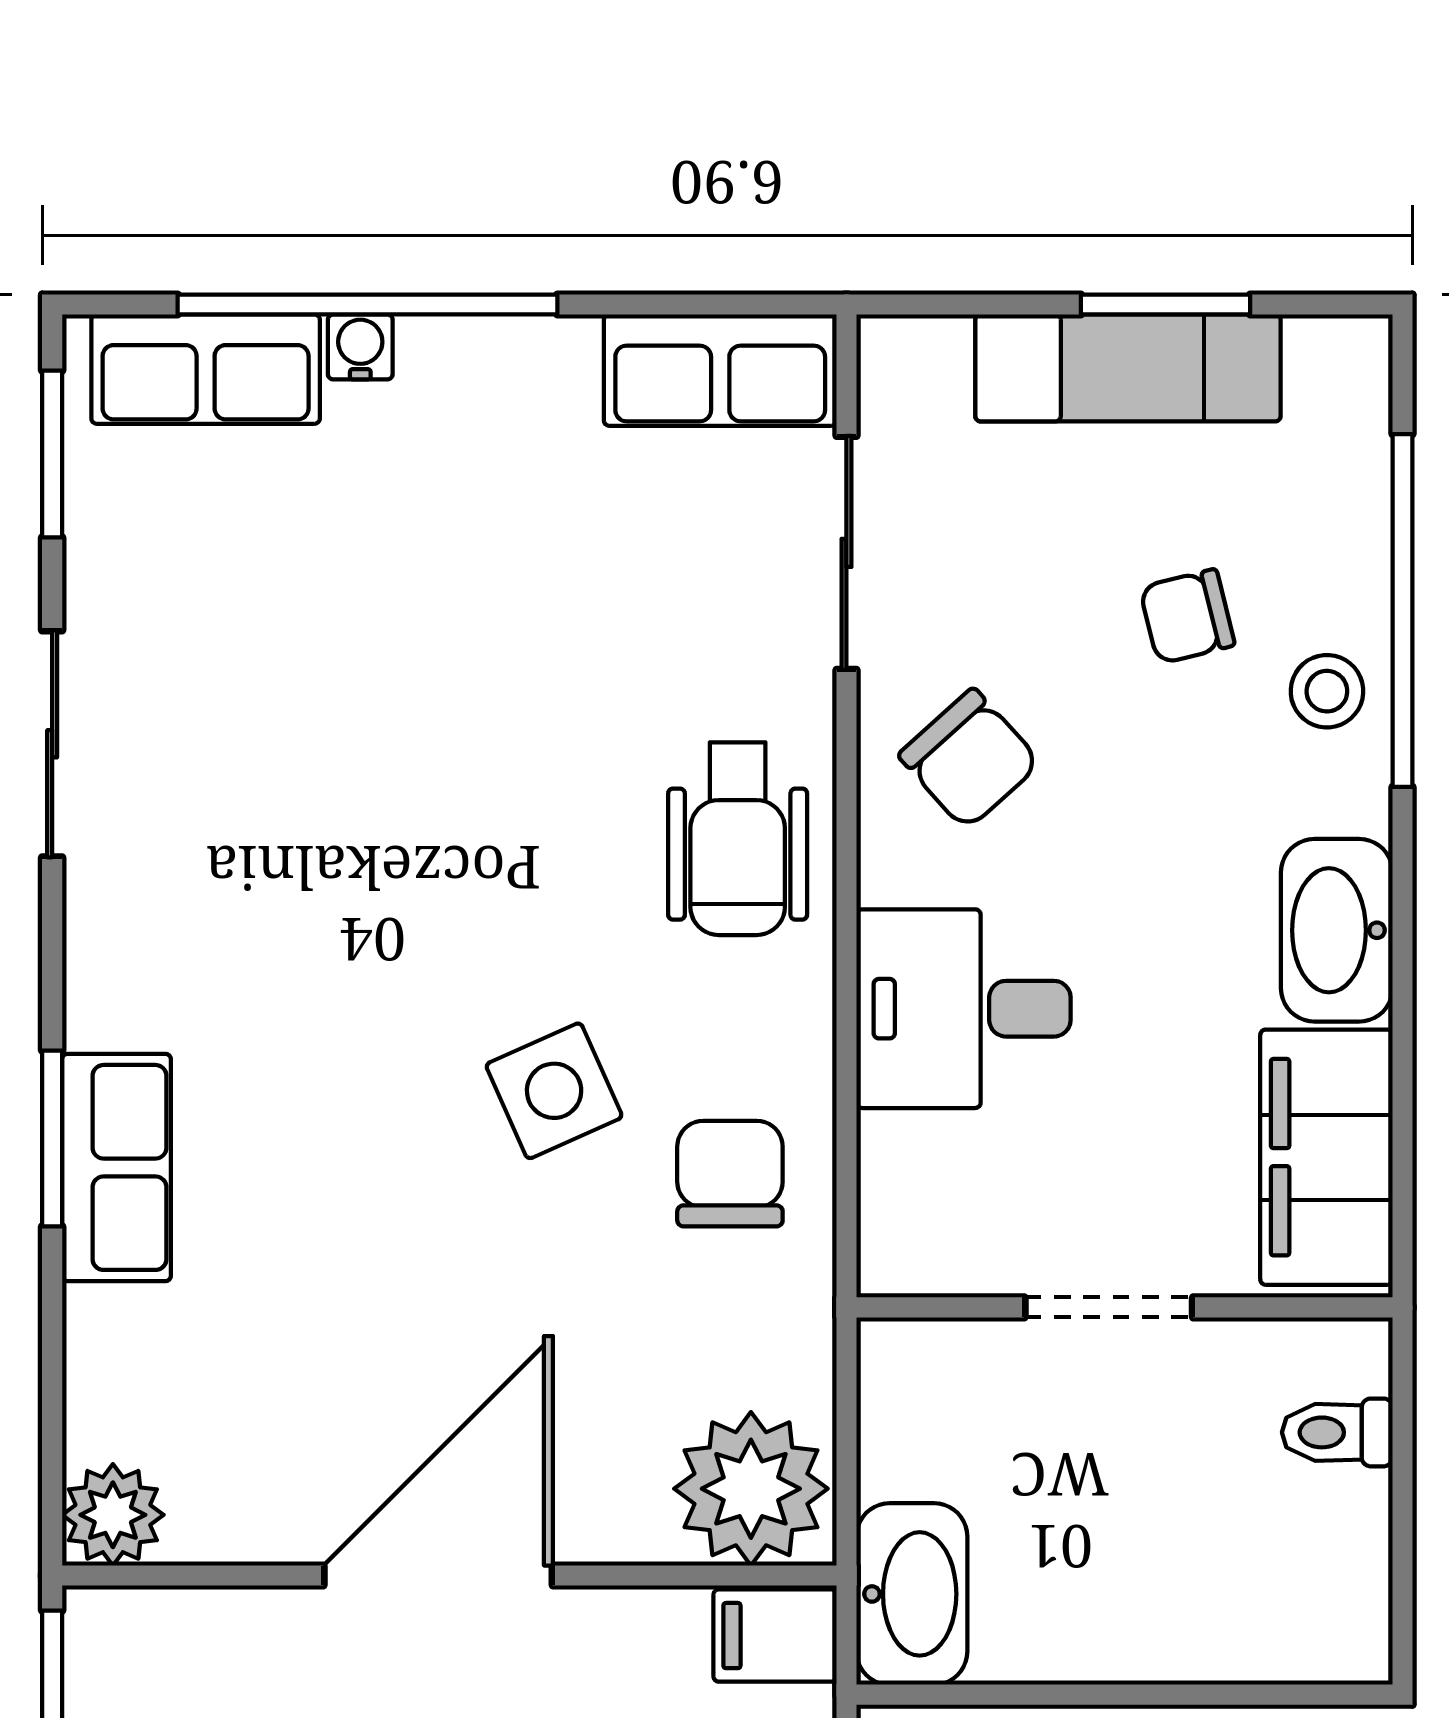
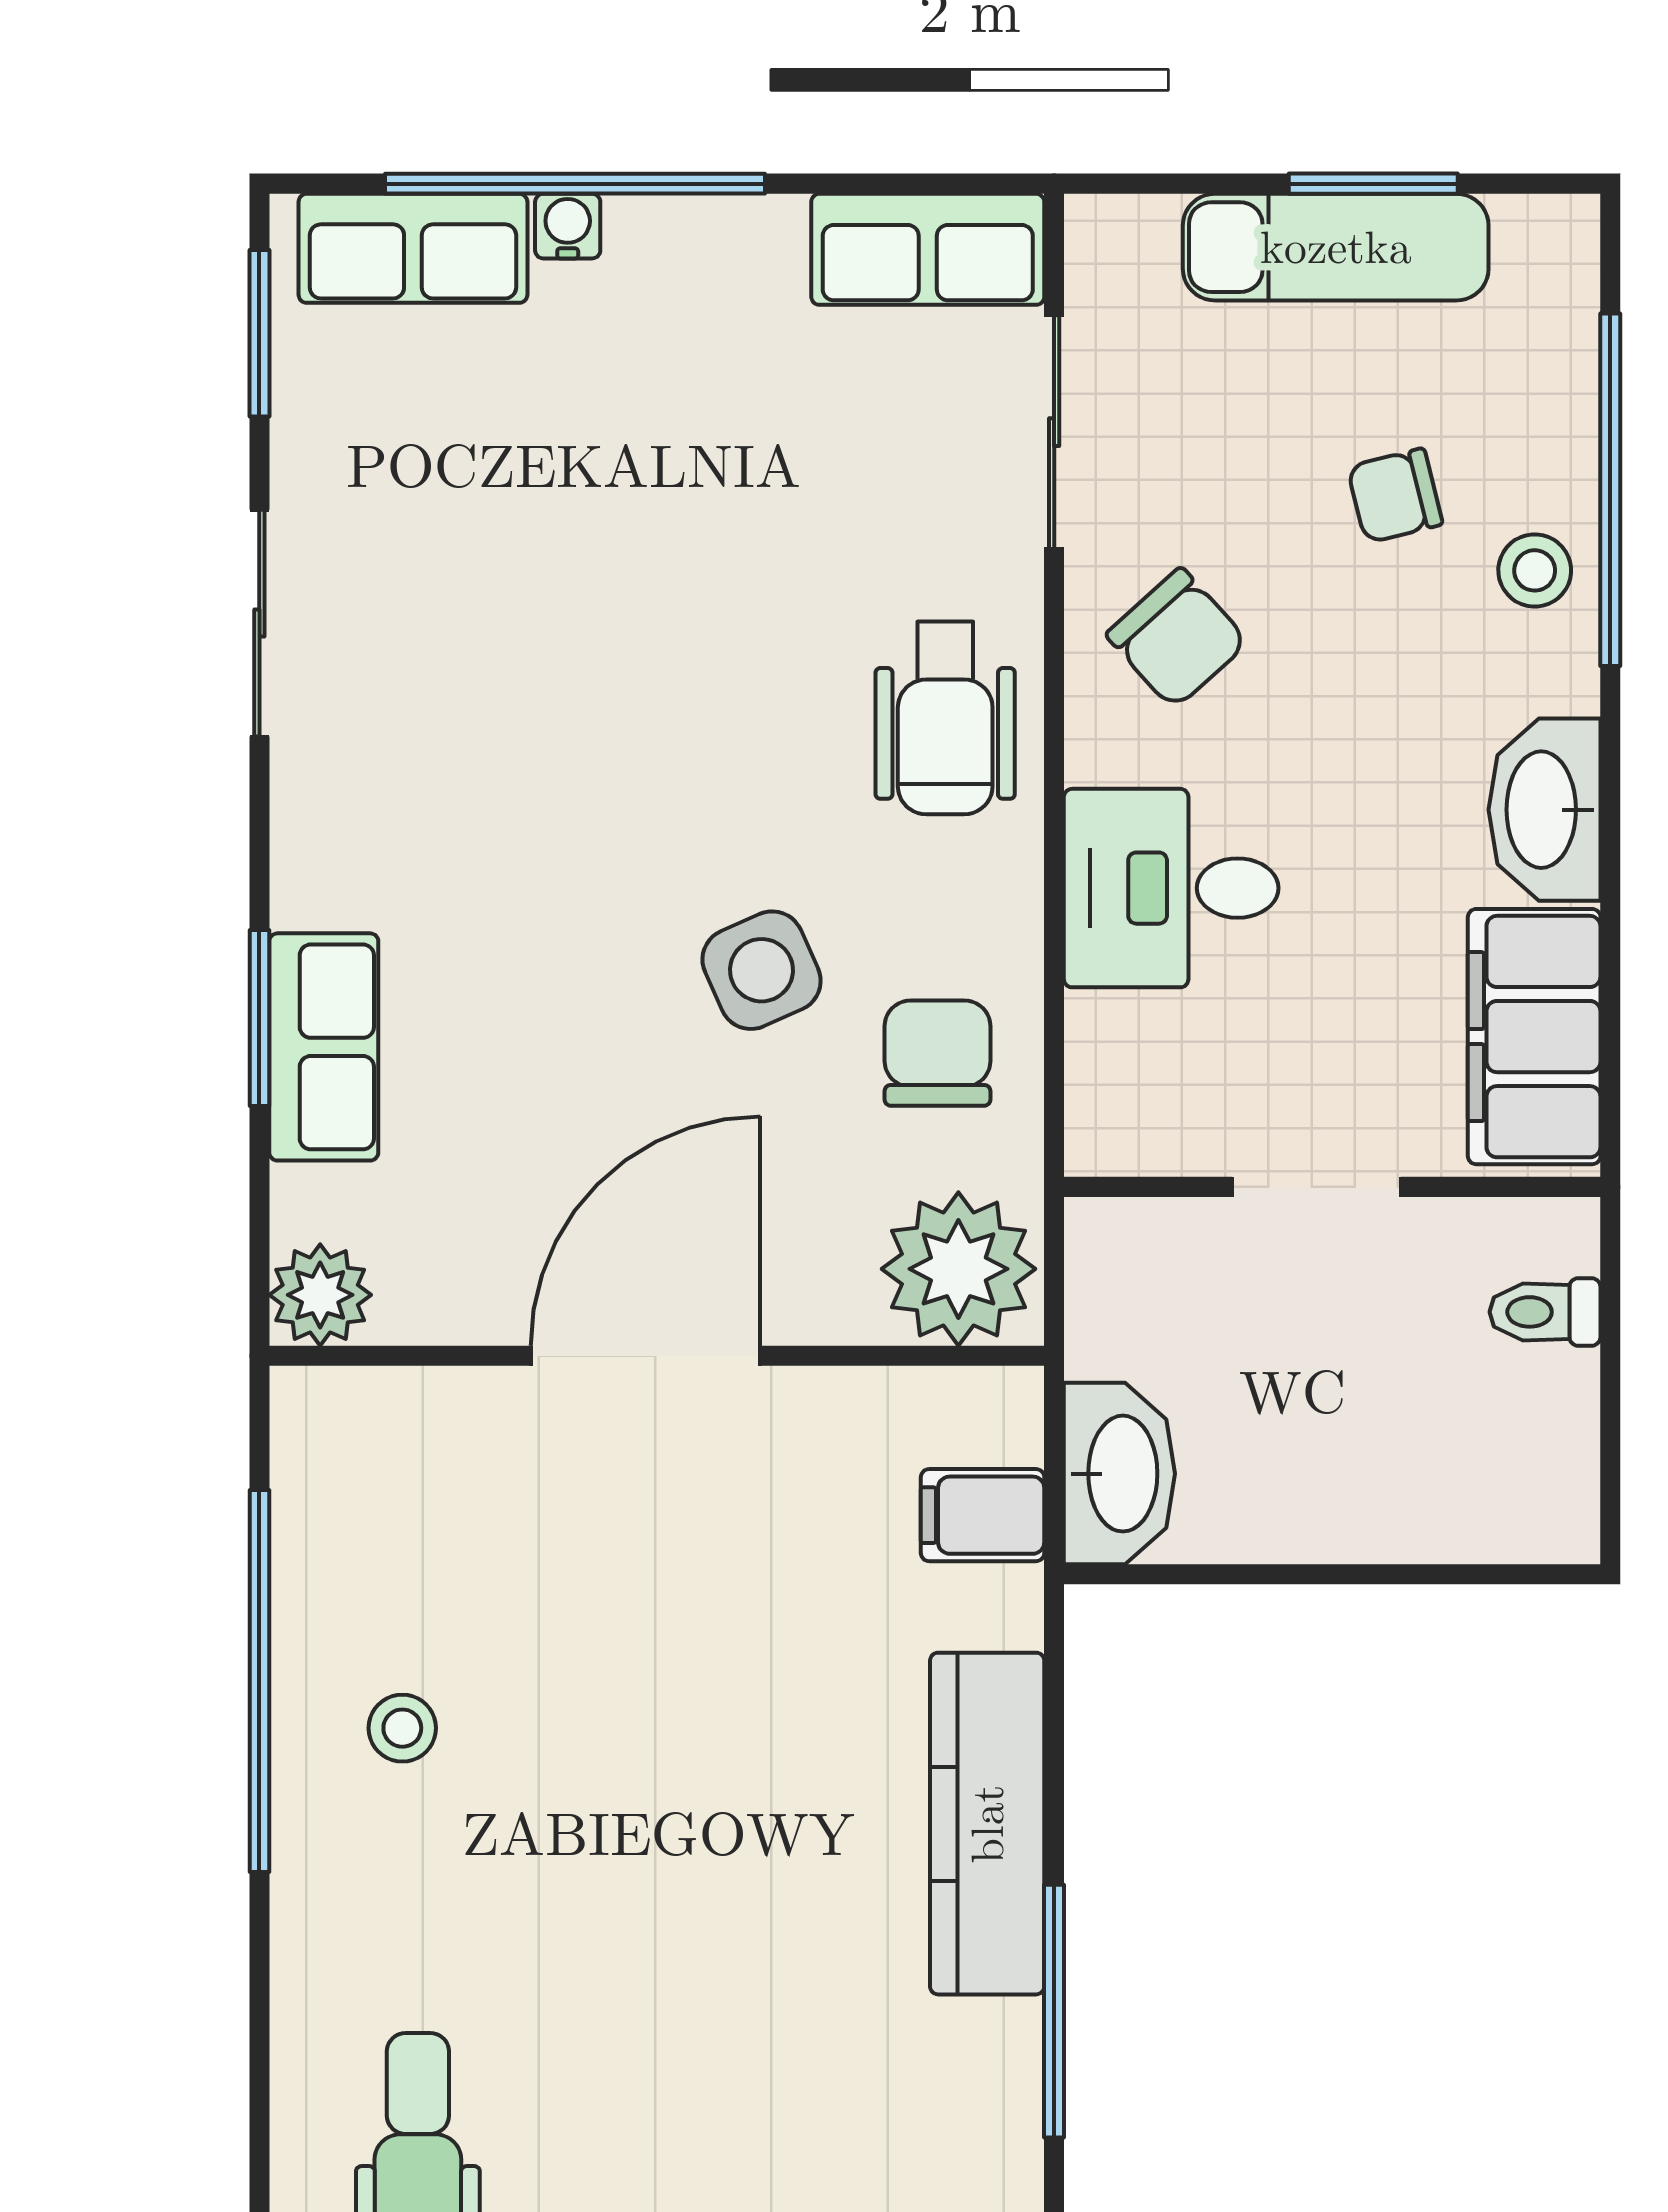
plant: (751, 1489) -> (958, 1269), moved
plant: (113, 1515) -> (320, 1295), moved
door: (438, 1576) -> (646, 1356), moved
wall: (449, 1576) -> (657, 1356), moved

